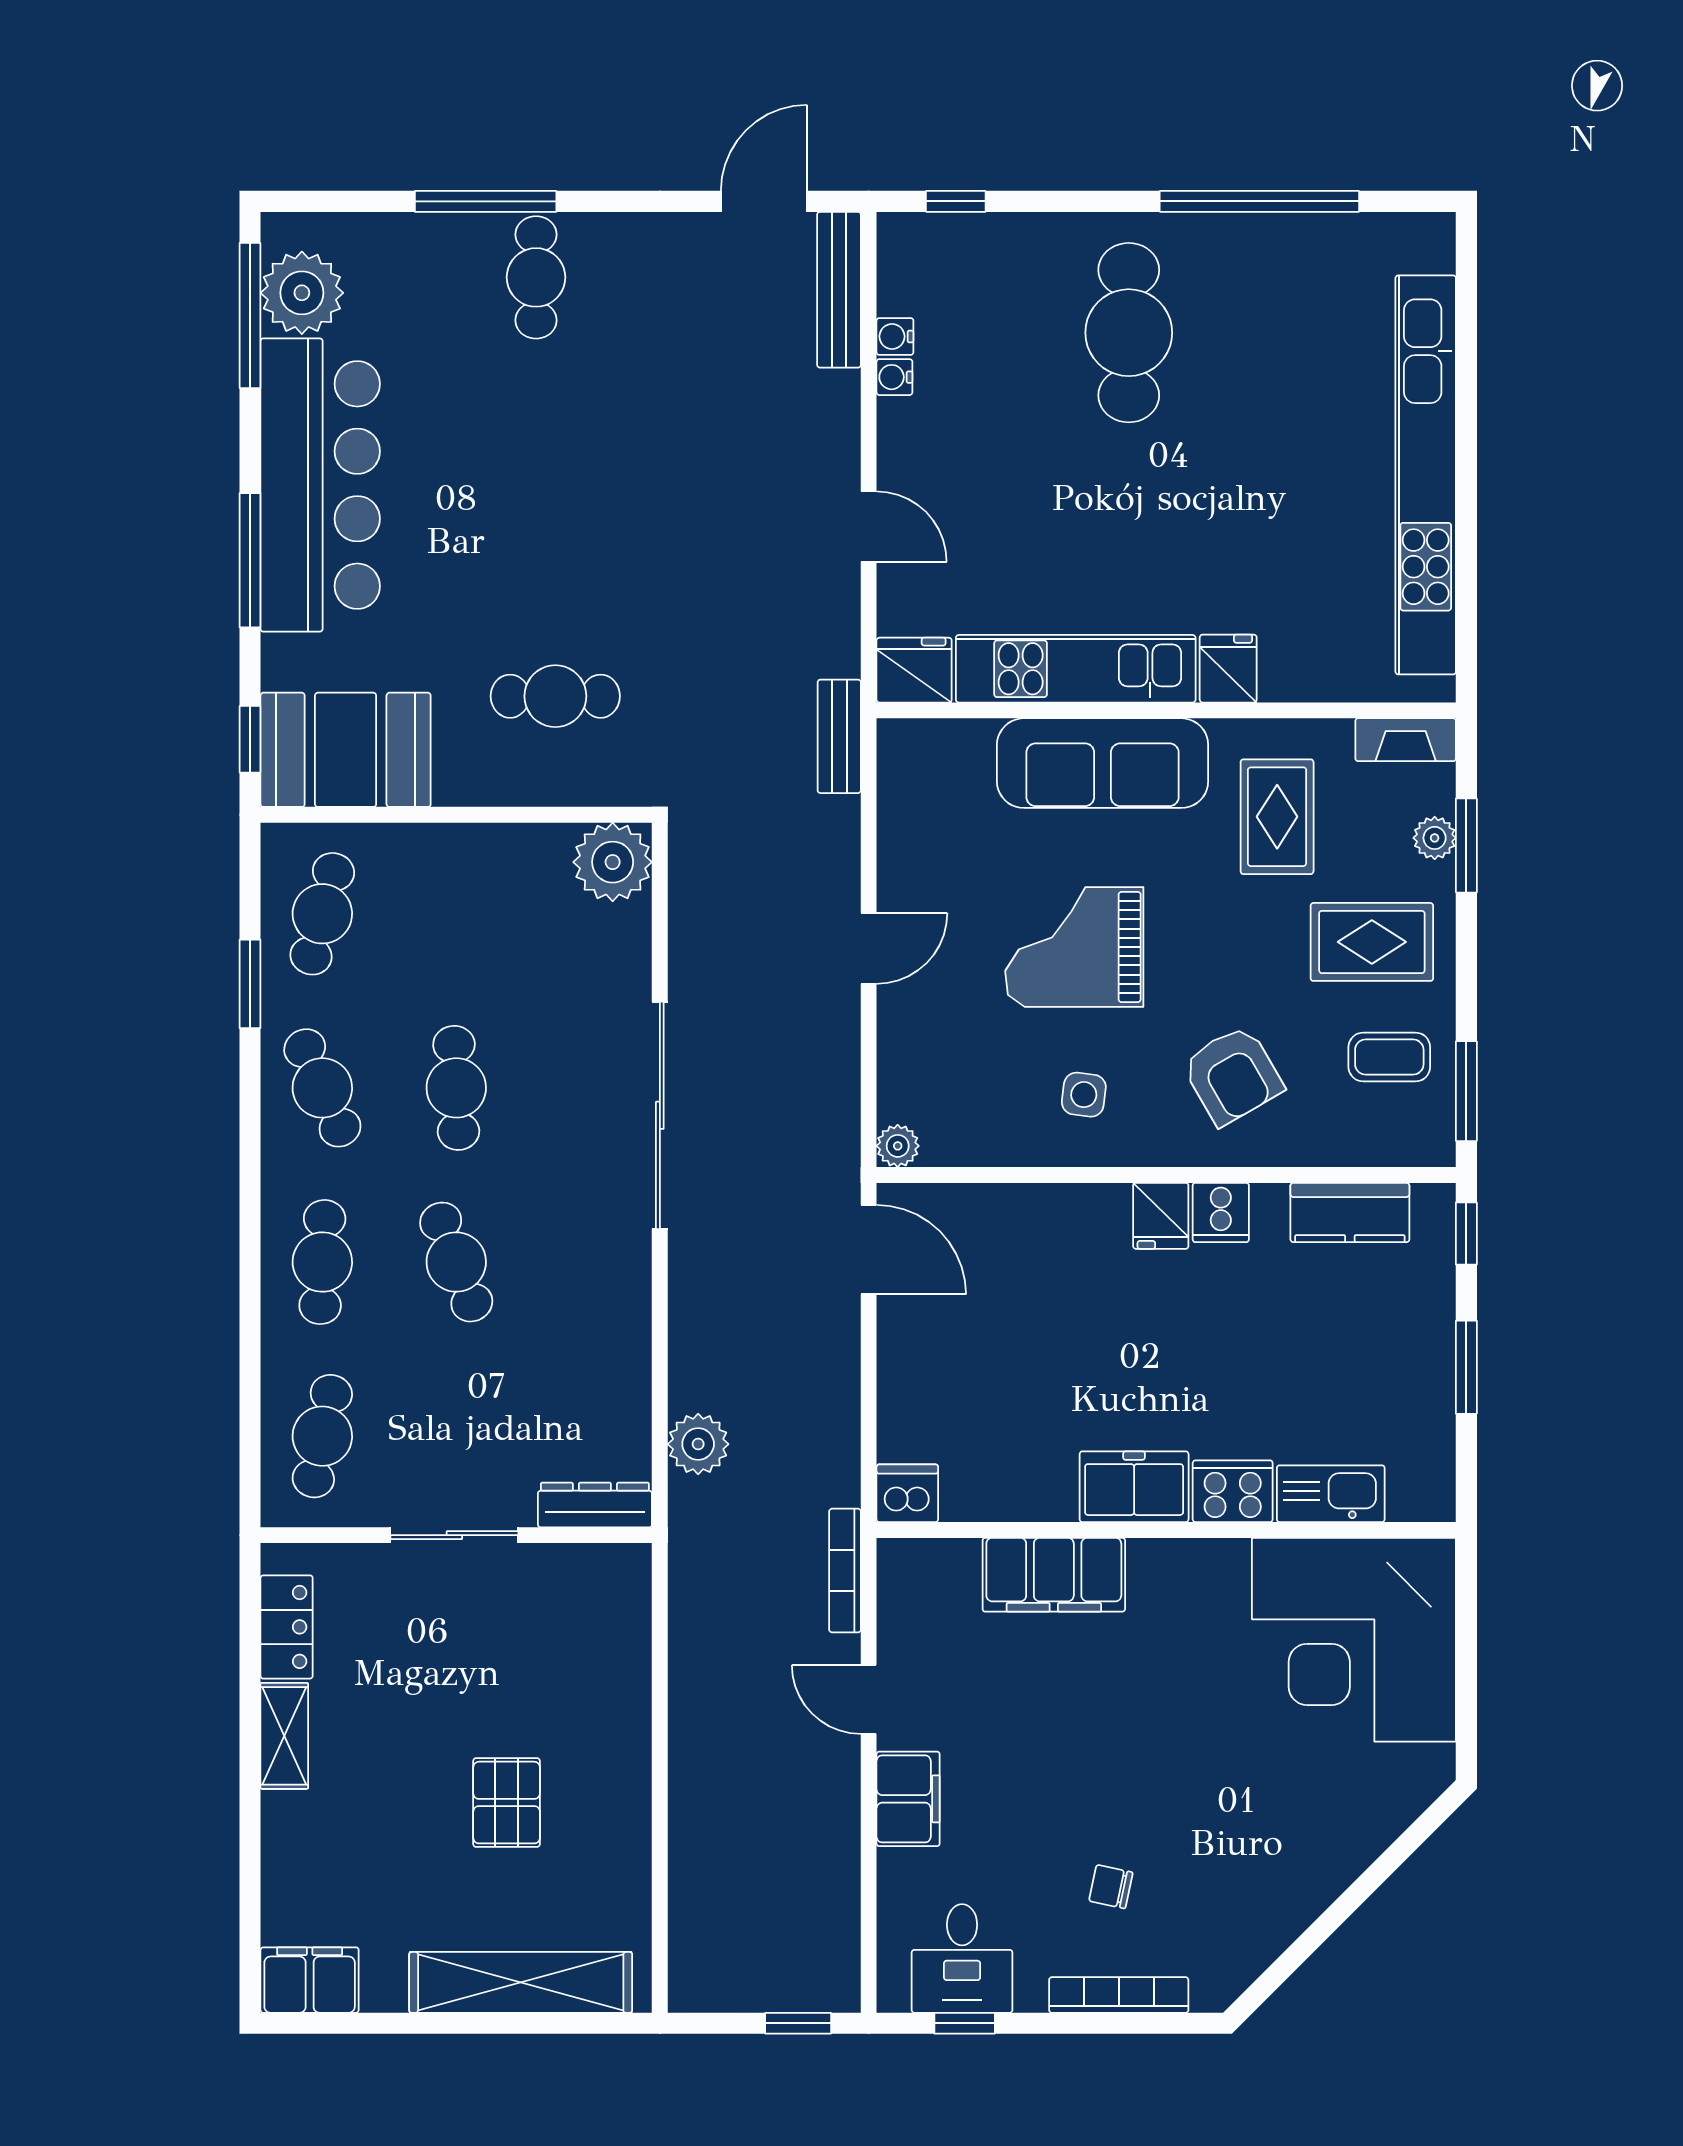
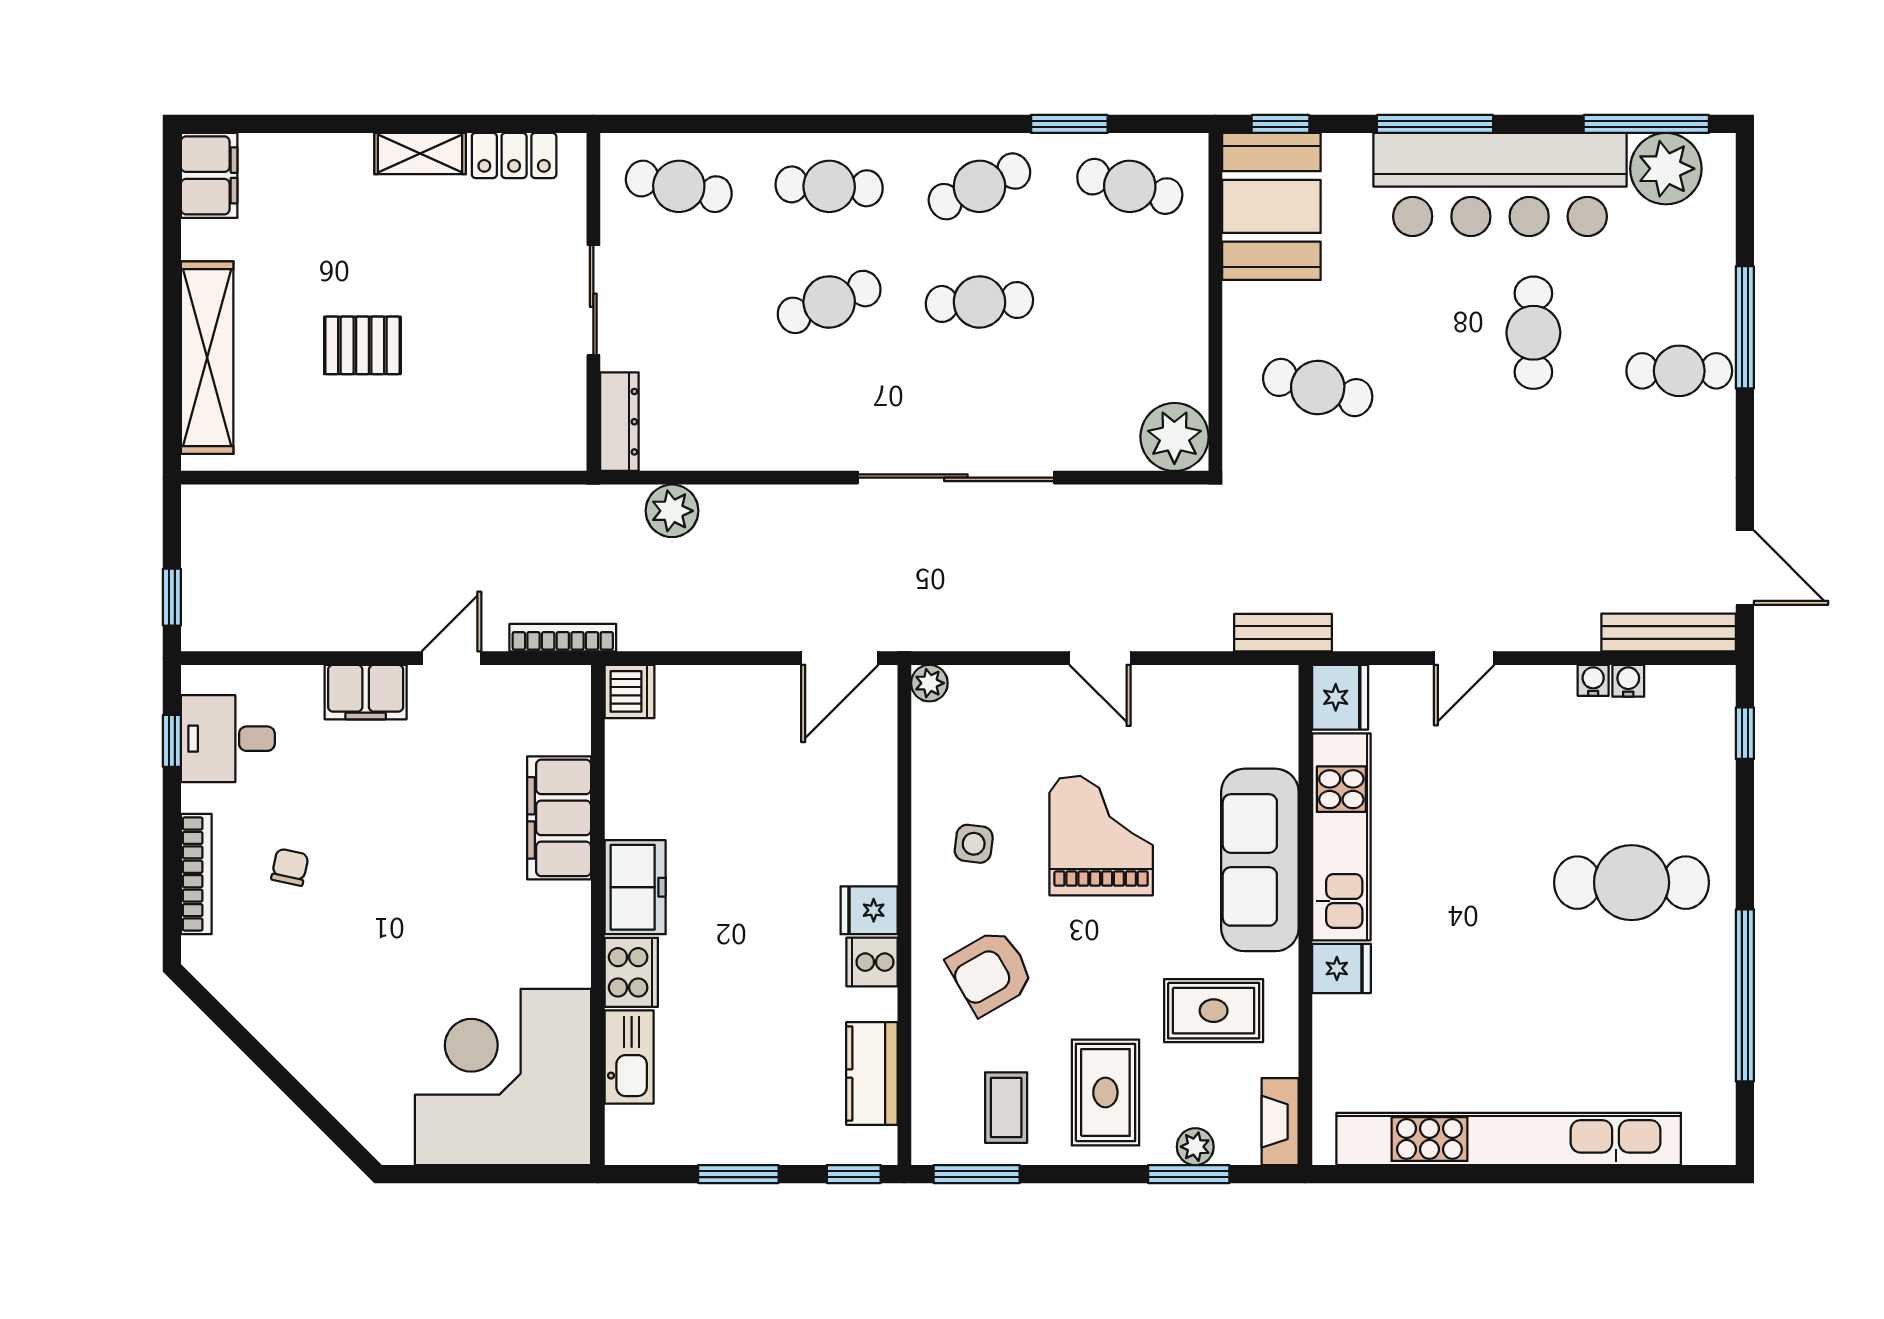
cafe table: (492, 446) -> (1533, 333), added
cafe table: (555, 696) -> (1318, 388), turned -75

